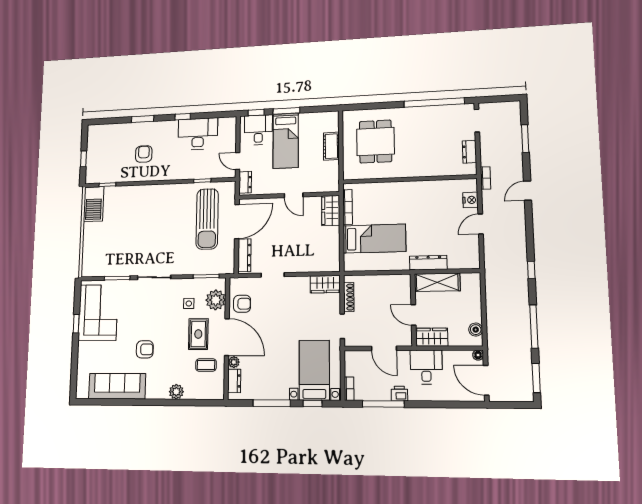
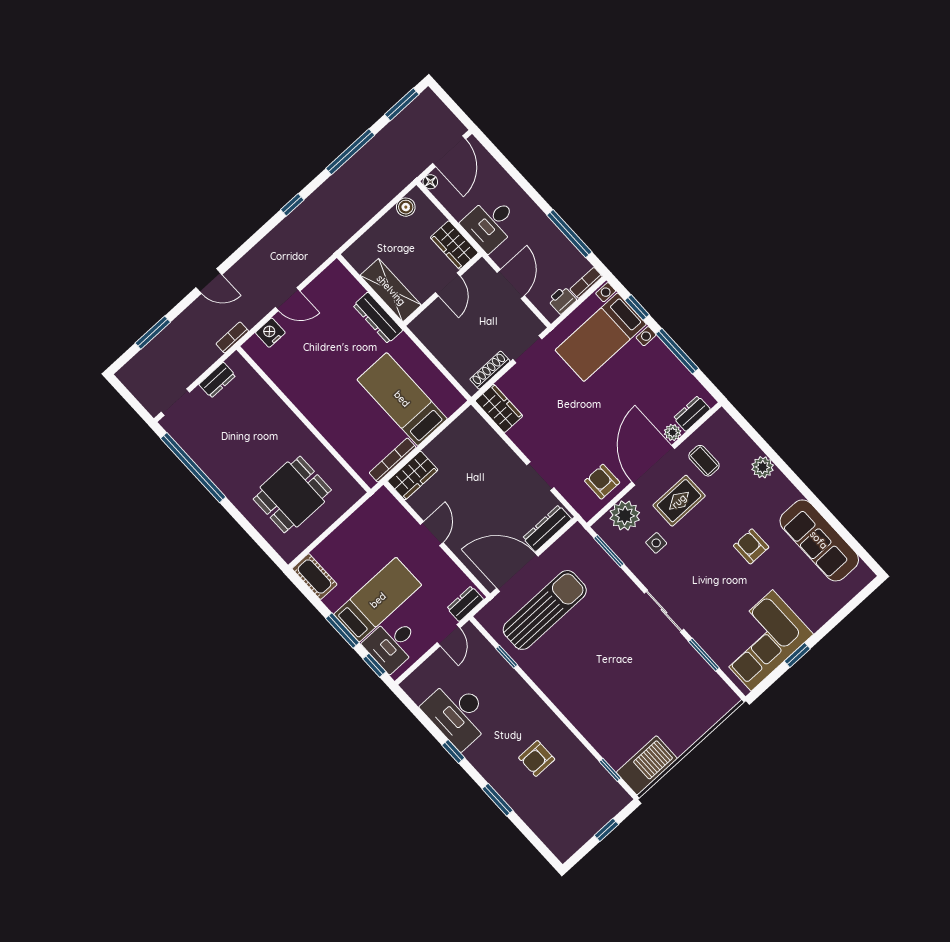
cot: (331, 146) -> (315, 577), moved, turned 90
printer: (399, 394) -> (562, 300), moved, turned 90

